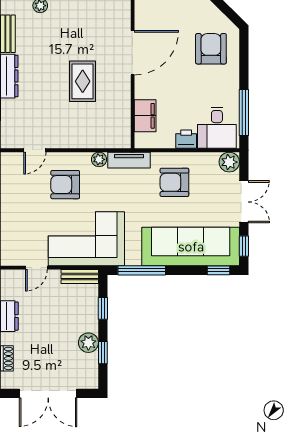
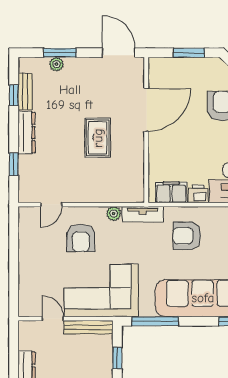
filing cabinet: (145, 116) -> (171, 192), moved, turned -90
armchair: (65, 185) -> (81, 238), turned -90
door: (36, 268) -> (53, 319), swing flipped
bench: (80, 277) -> (88, 327), width x1.36

